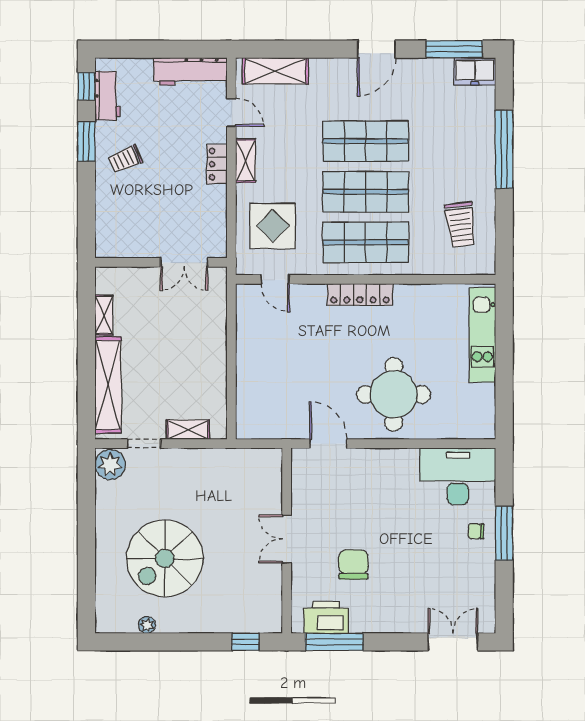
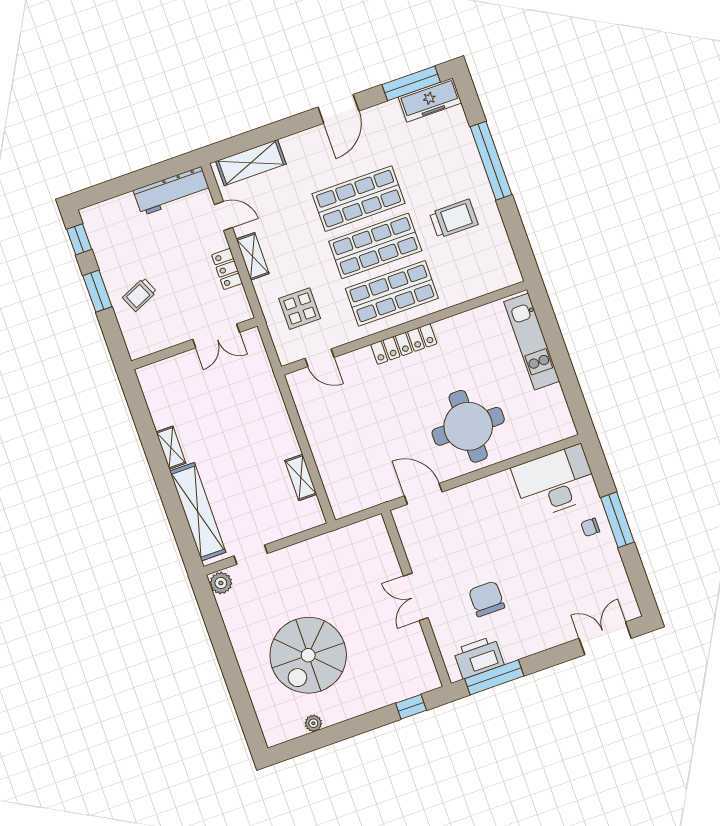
freezer: (475, 71) -> (430, 100), width x1.40
workbench: (107, 96) -> (102, 241), removed
trolley: (461, 224) -> (454, 219), moved, turned -83
display table: (273, 226) -> (300, 309), width x0.73, depth x0.73
wall: (161, 262) -> (194, 344), moved
double door: (184, 262) -> (216, 336), moved
shelving: (188, 430) -> (301, 477), moved, turned 90
plant: (110, 465) -> (221, 583), width x0.73, depth x0.73

